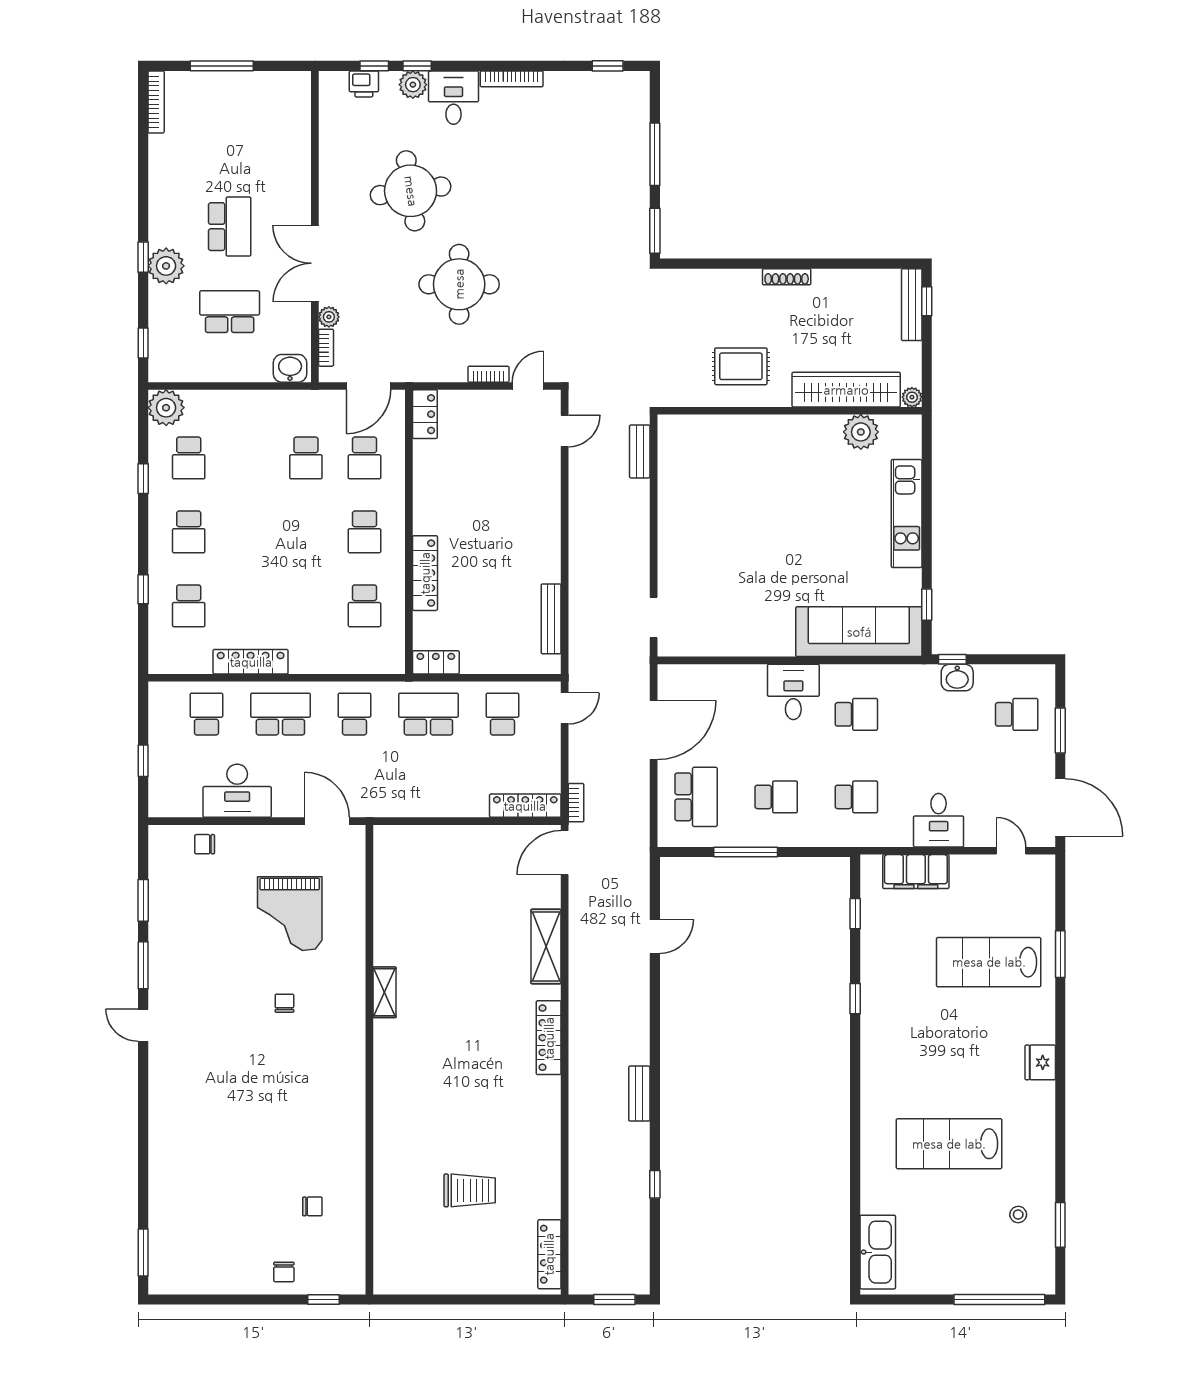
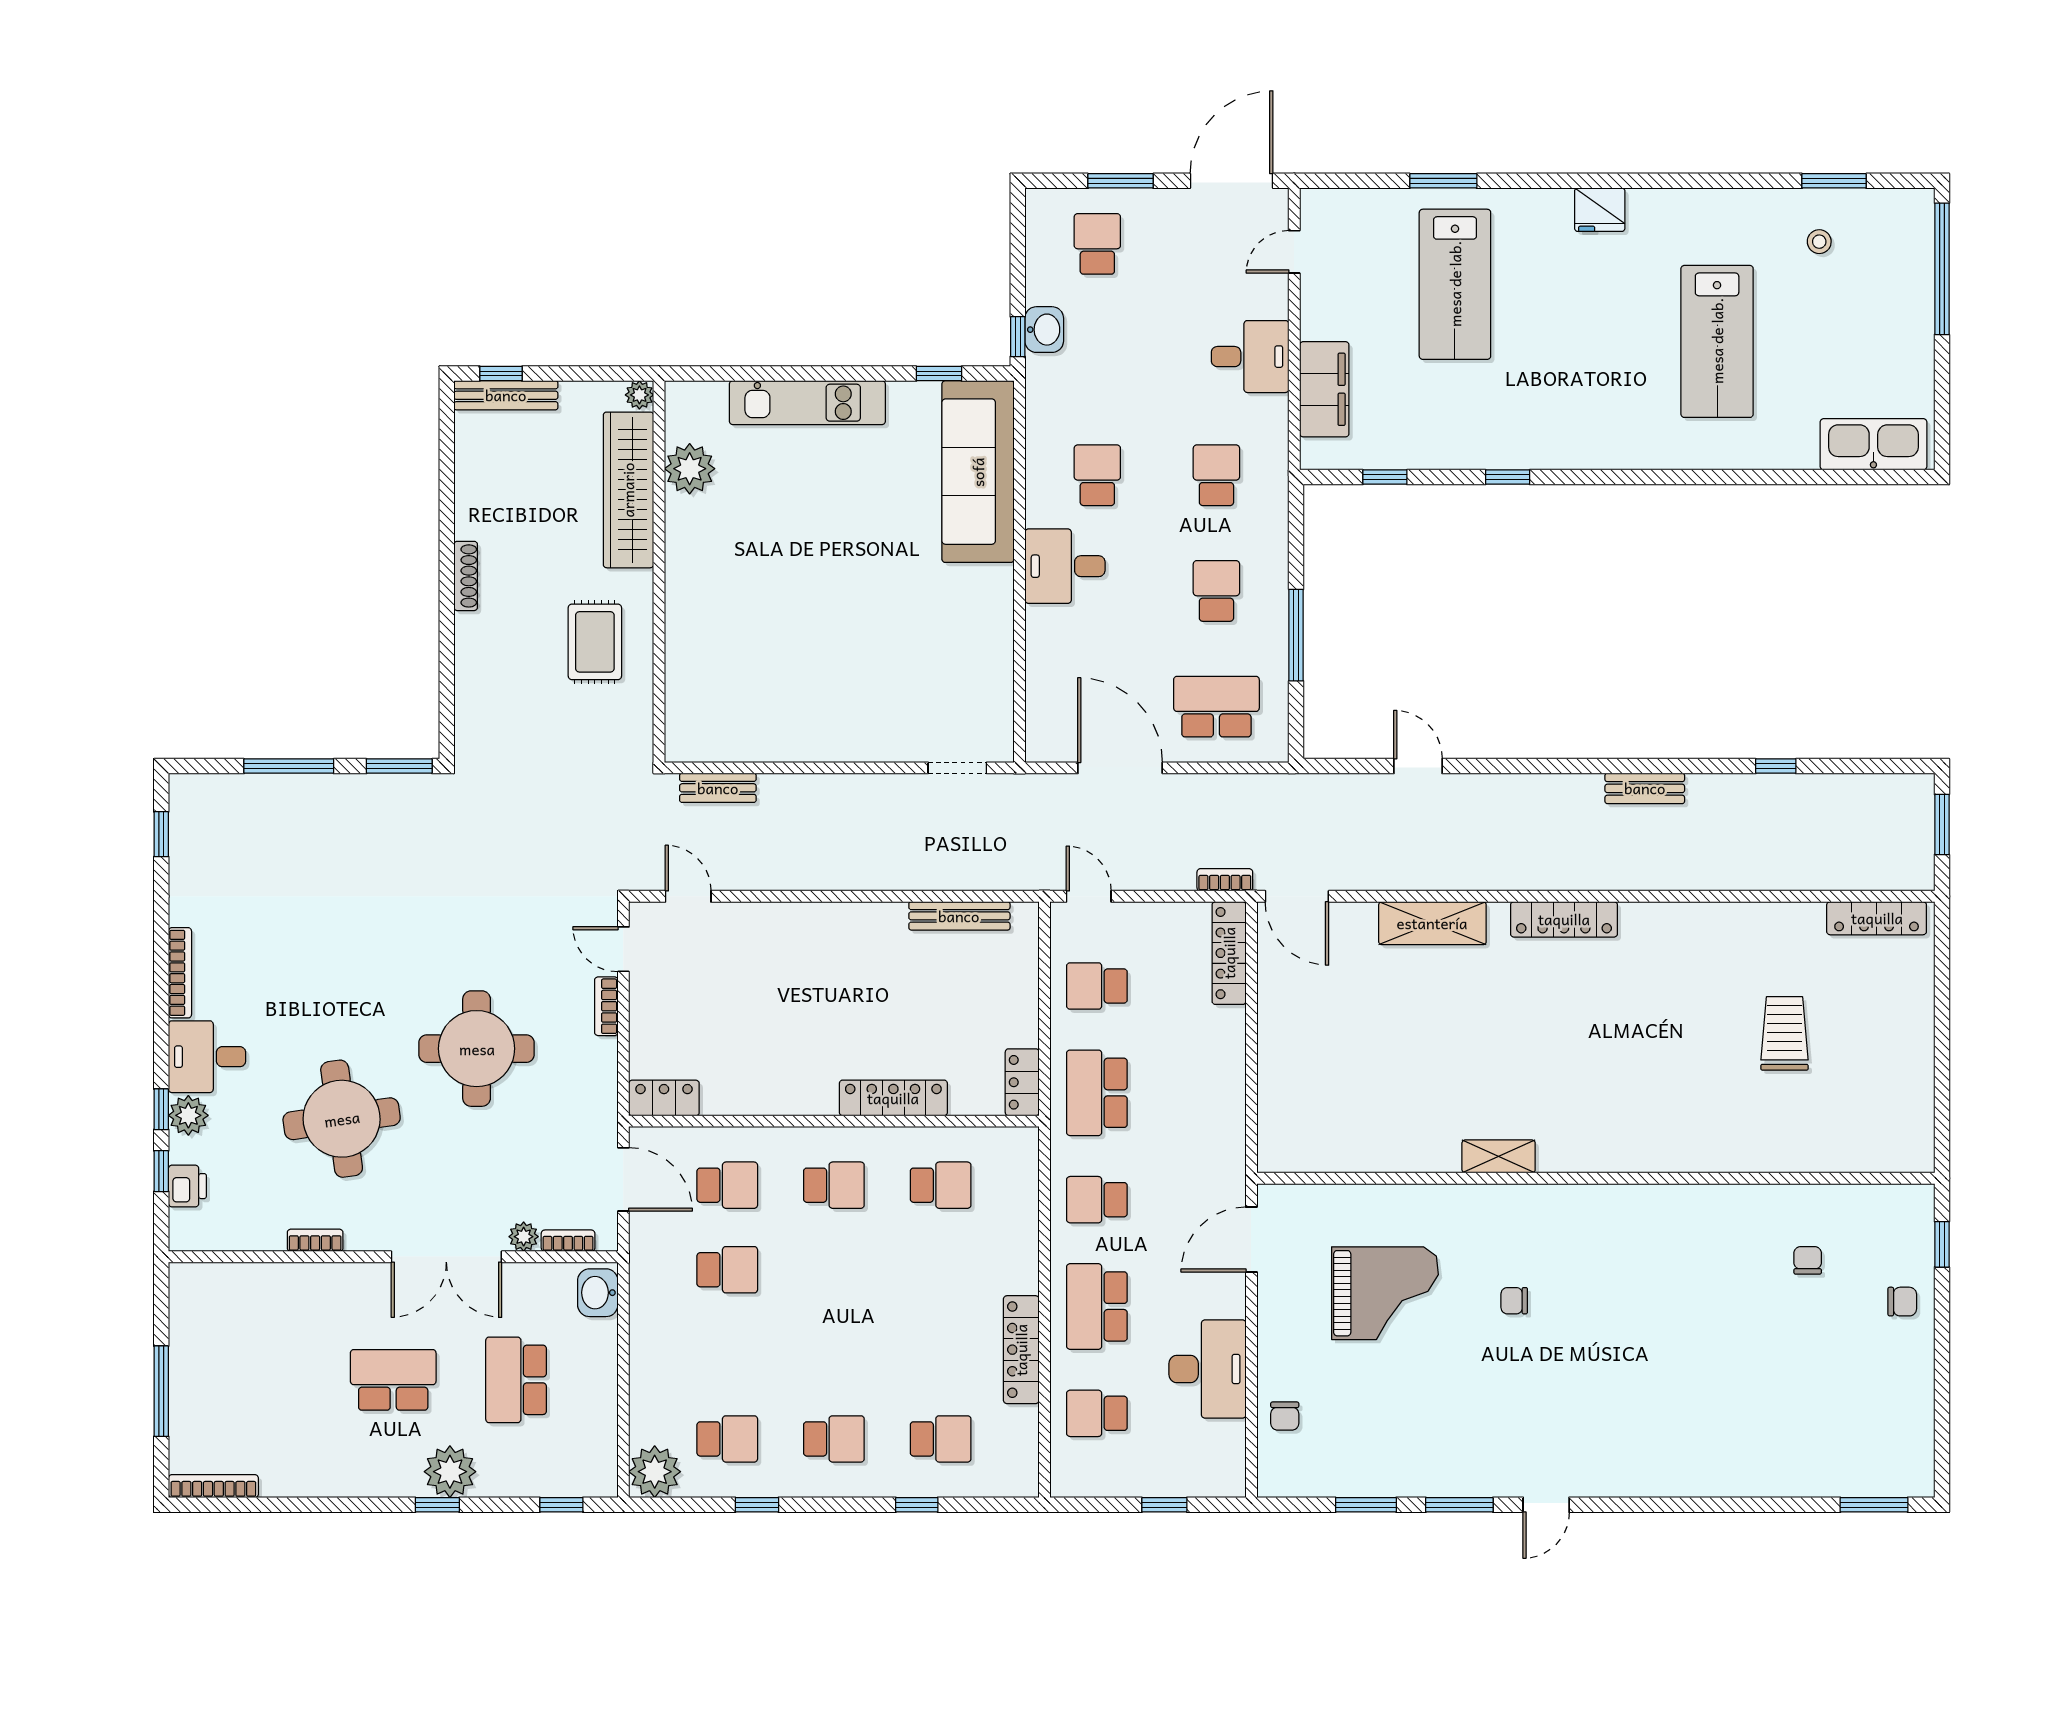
bookcase: (326, 172) -> (315, 1240), added

